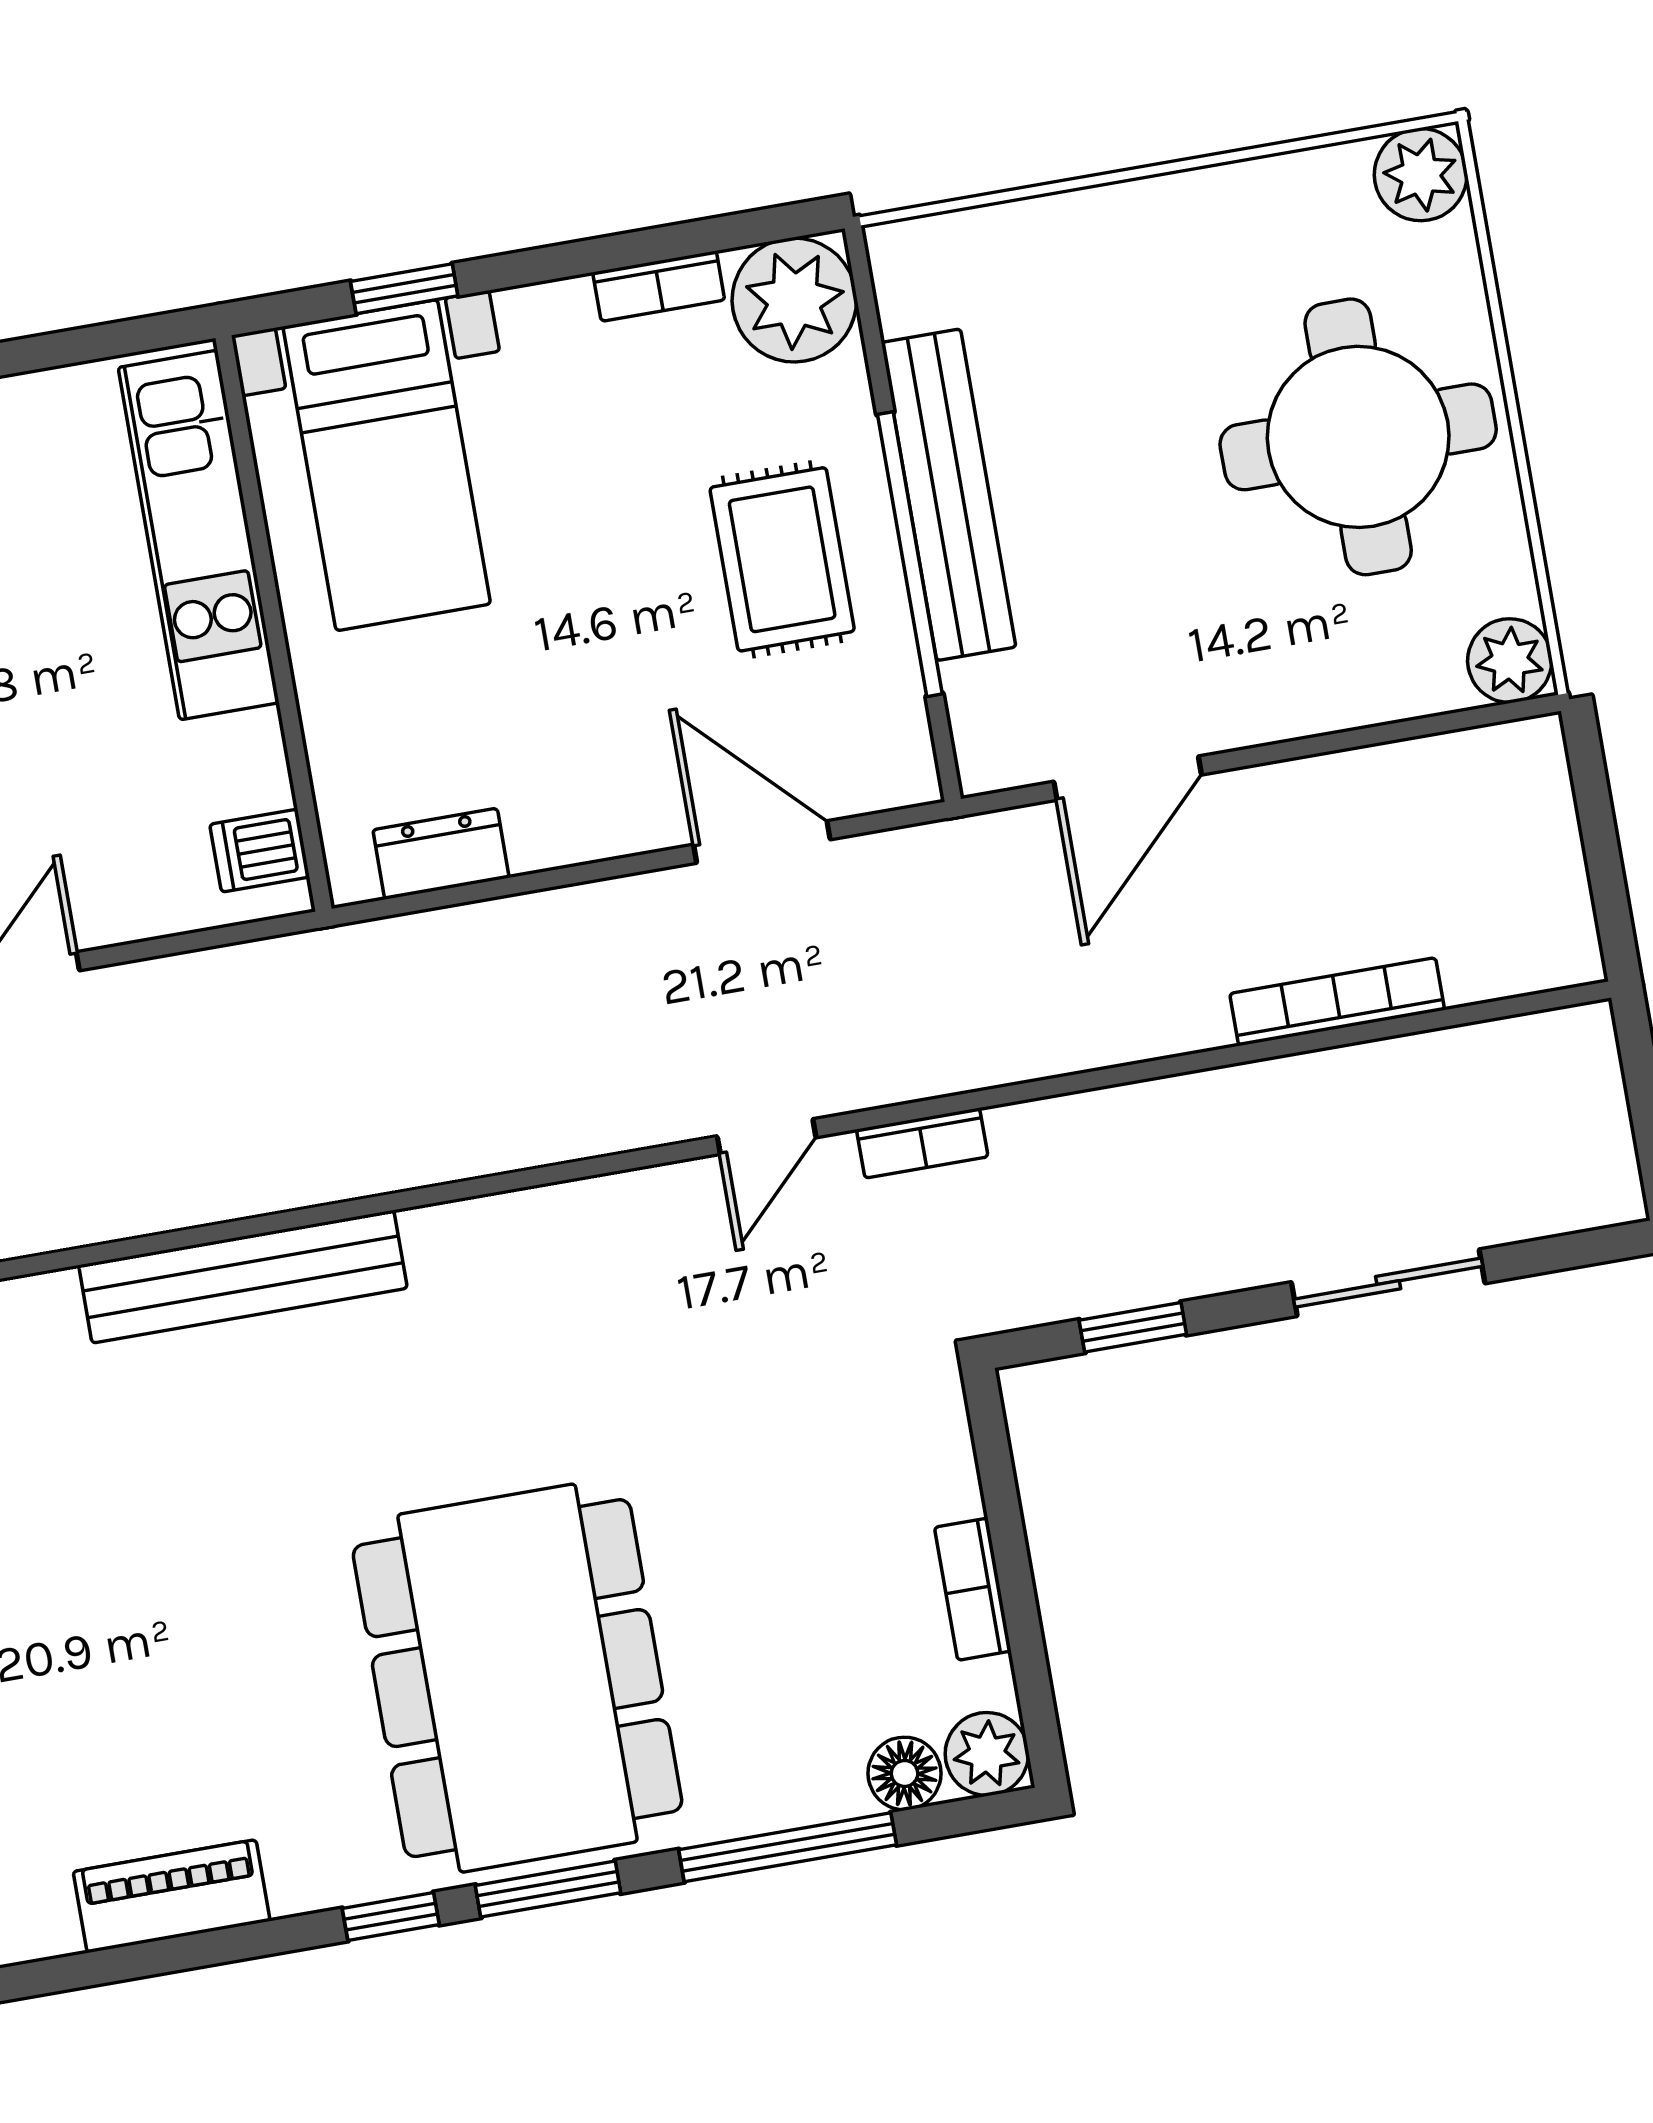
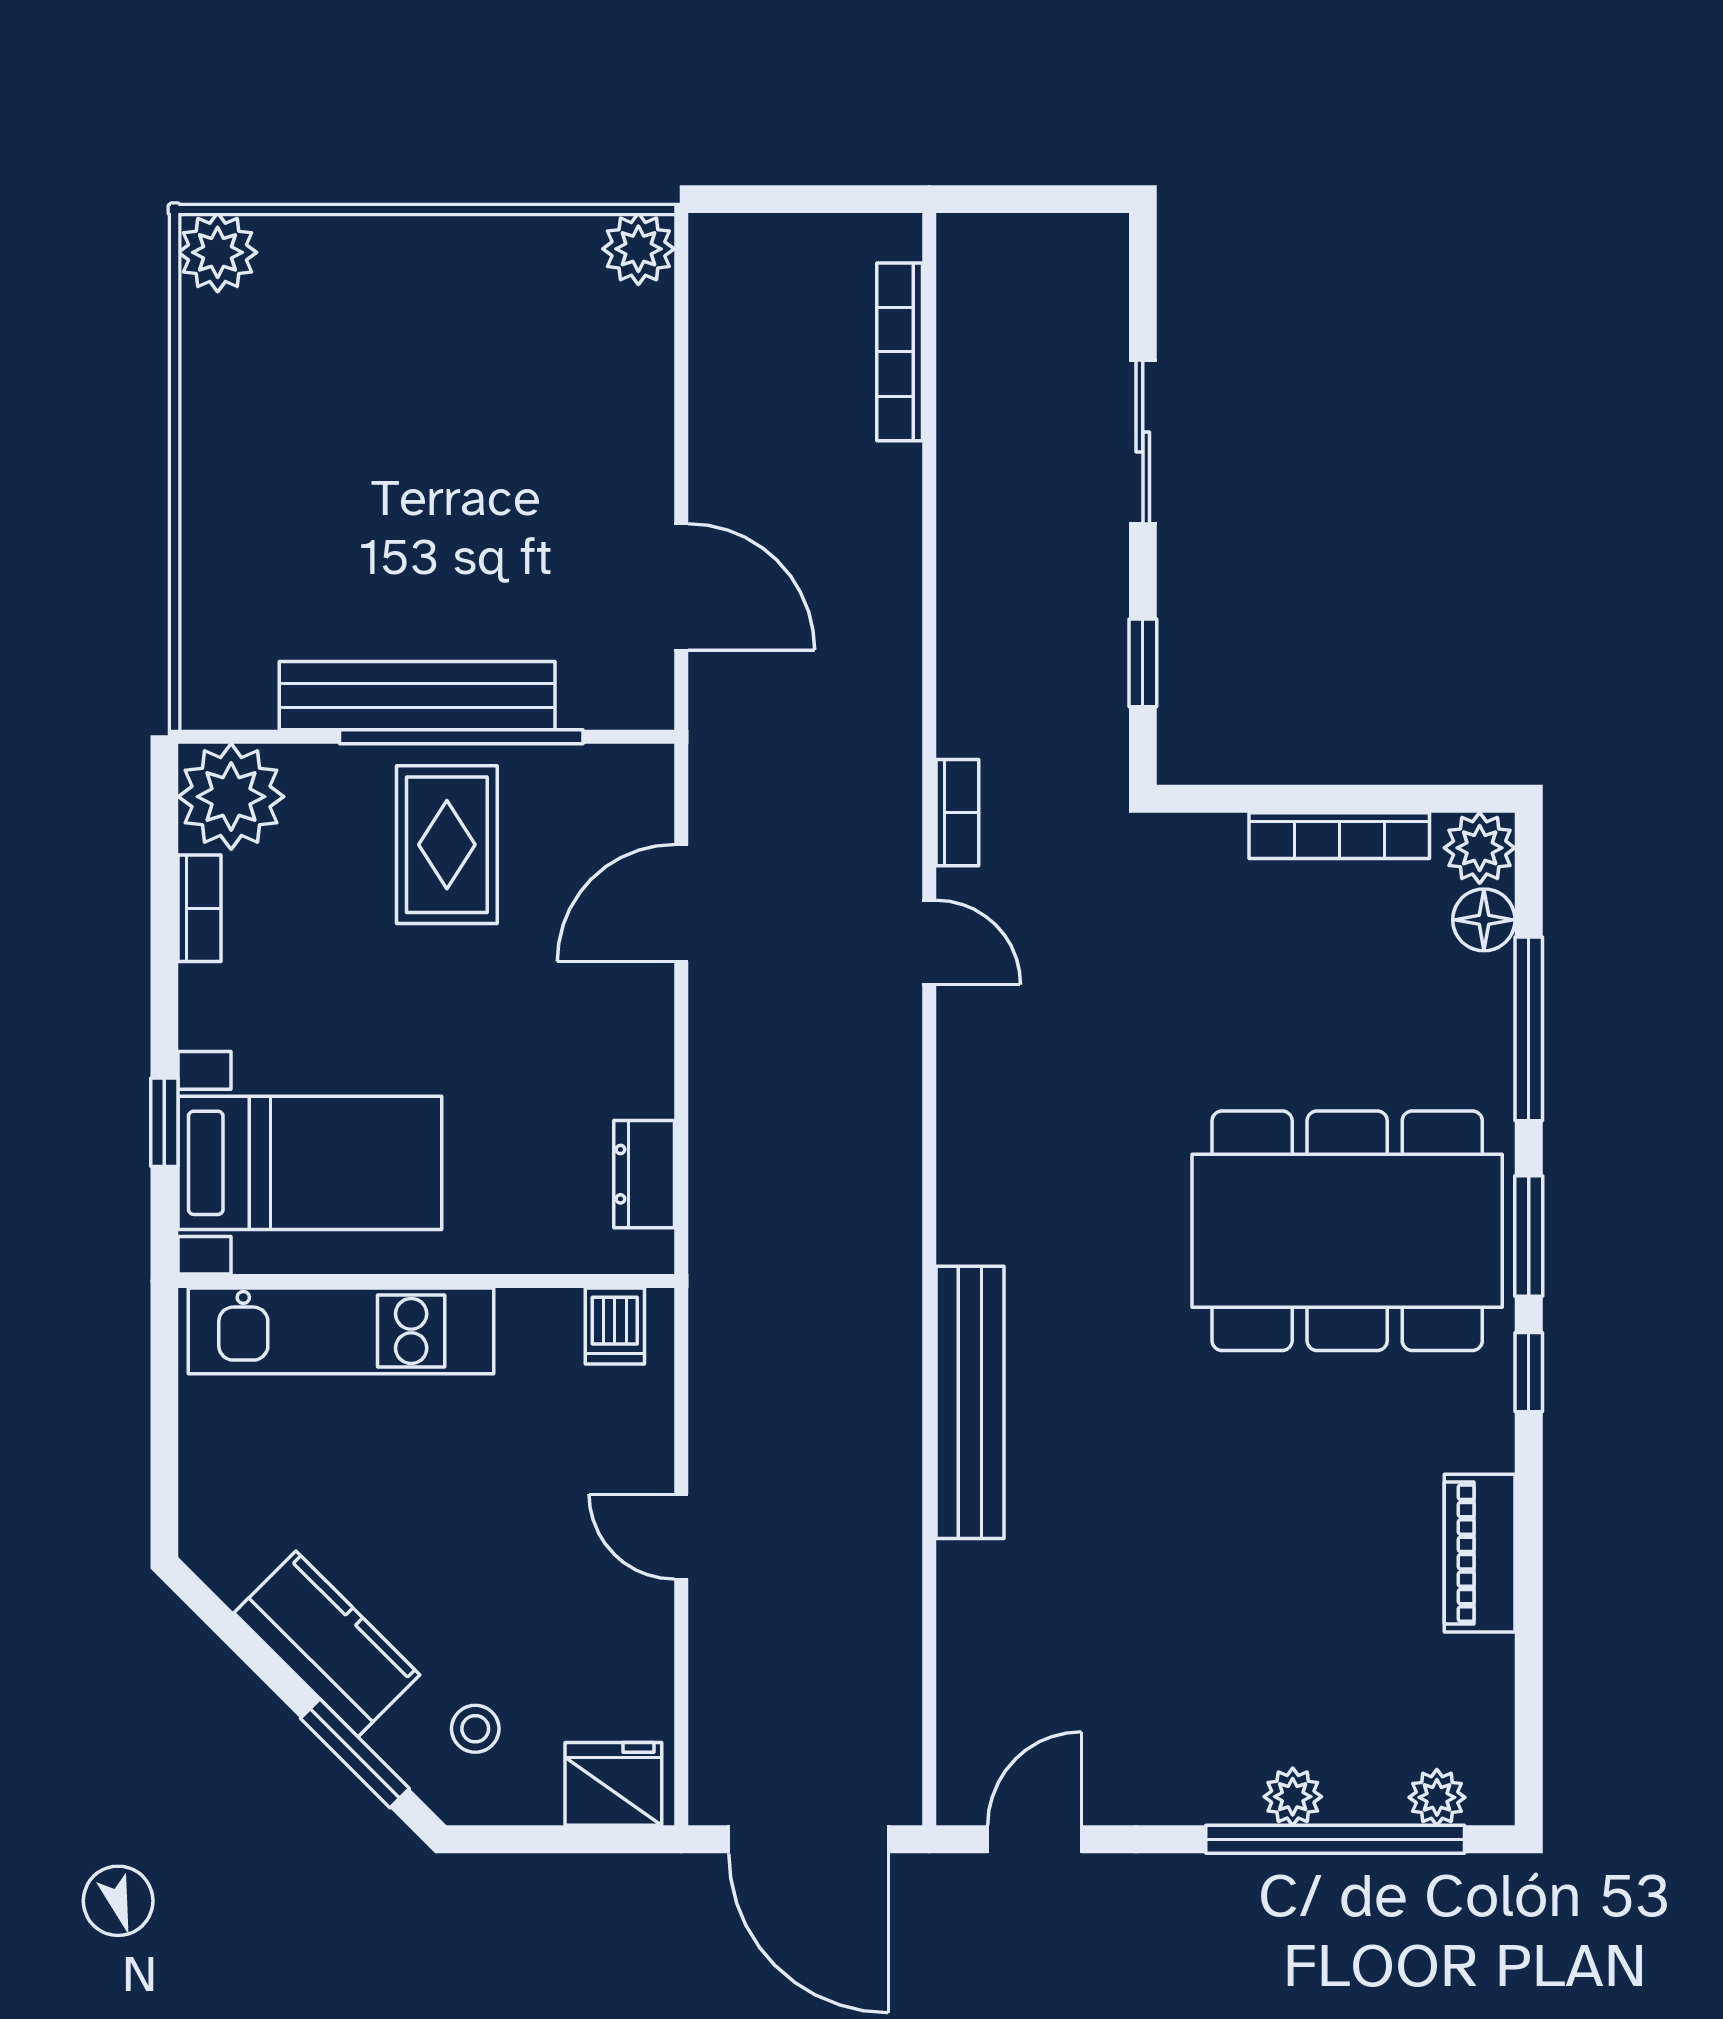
round table: (1358, 437) -> (428, 343), removed
rug: (782, 559) -> (447, 845), turned 90
bookcase: (1337, 1002) -> (900, 352), moved
bookcase: (973, 1589) -> (1339, 836), width x1.56

